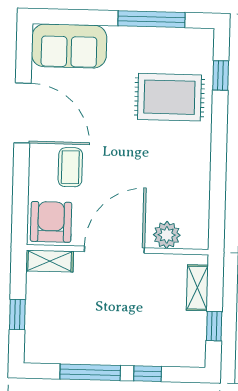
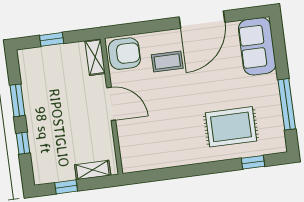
rug: (169, 97) -> (231, 127), turned 90
plant: (167, 235) -> (128, 141), removed
door: (114, 250) -> (111, 104), width x0.73
window: (90, 372) -> (17, 100), width x0.69

